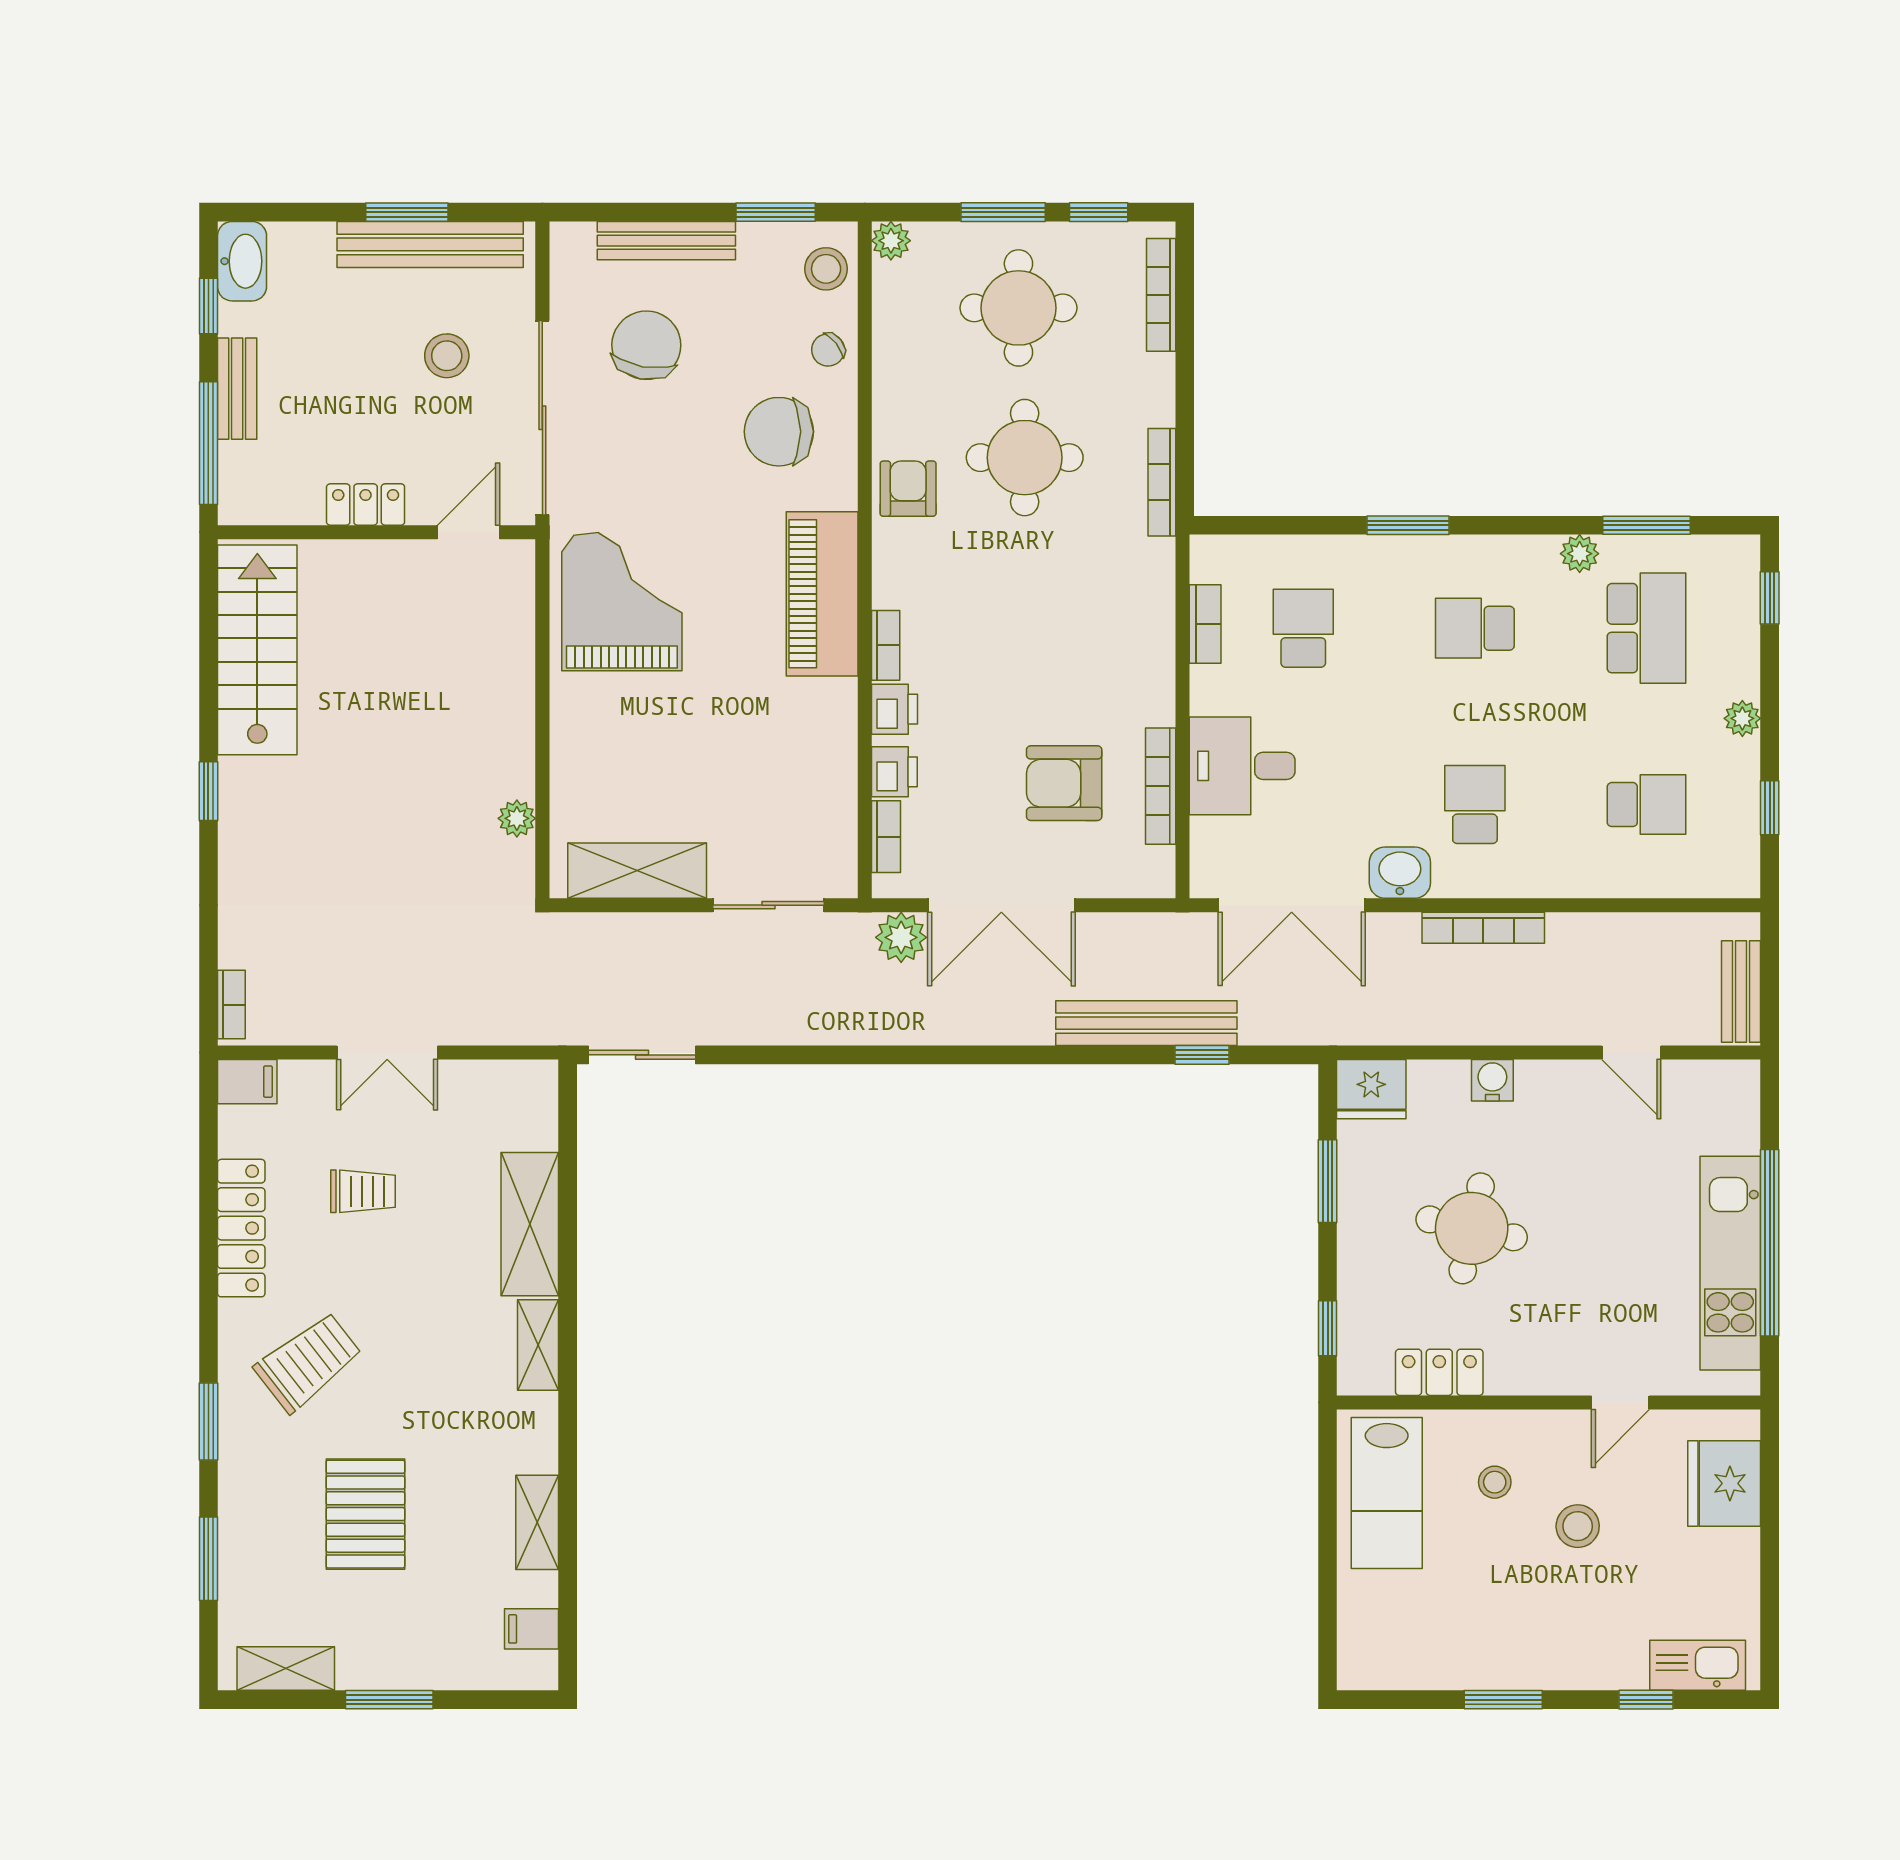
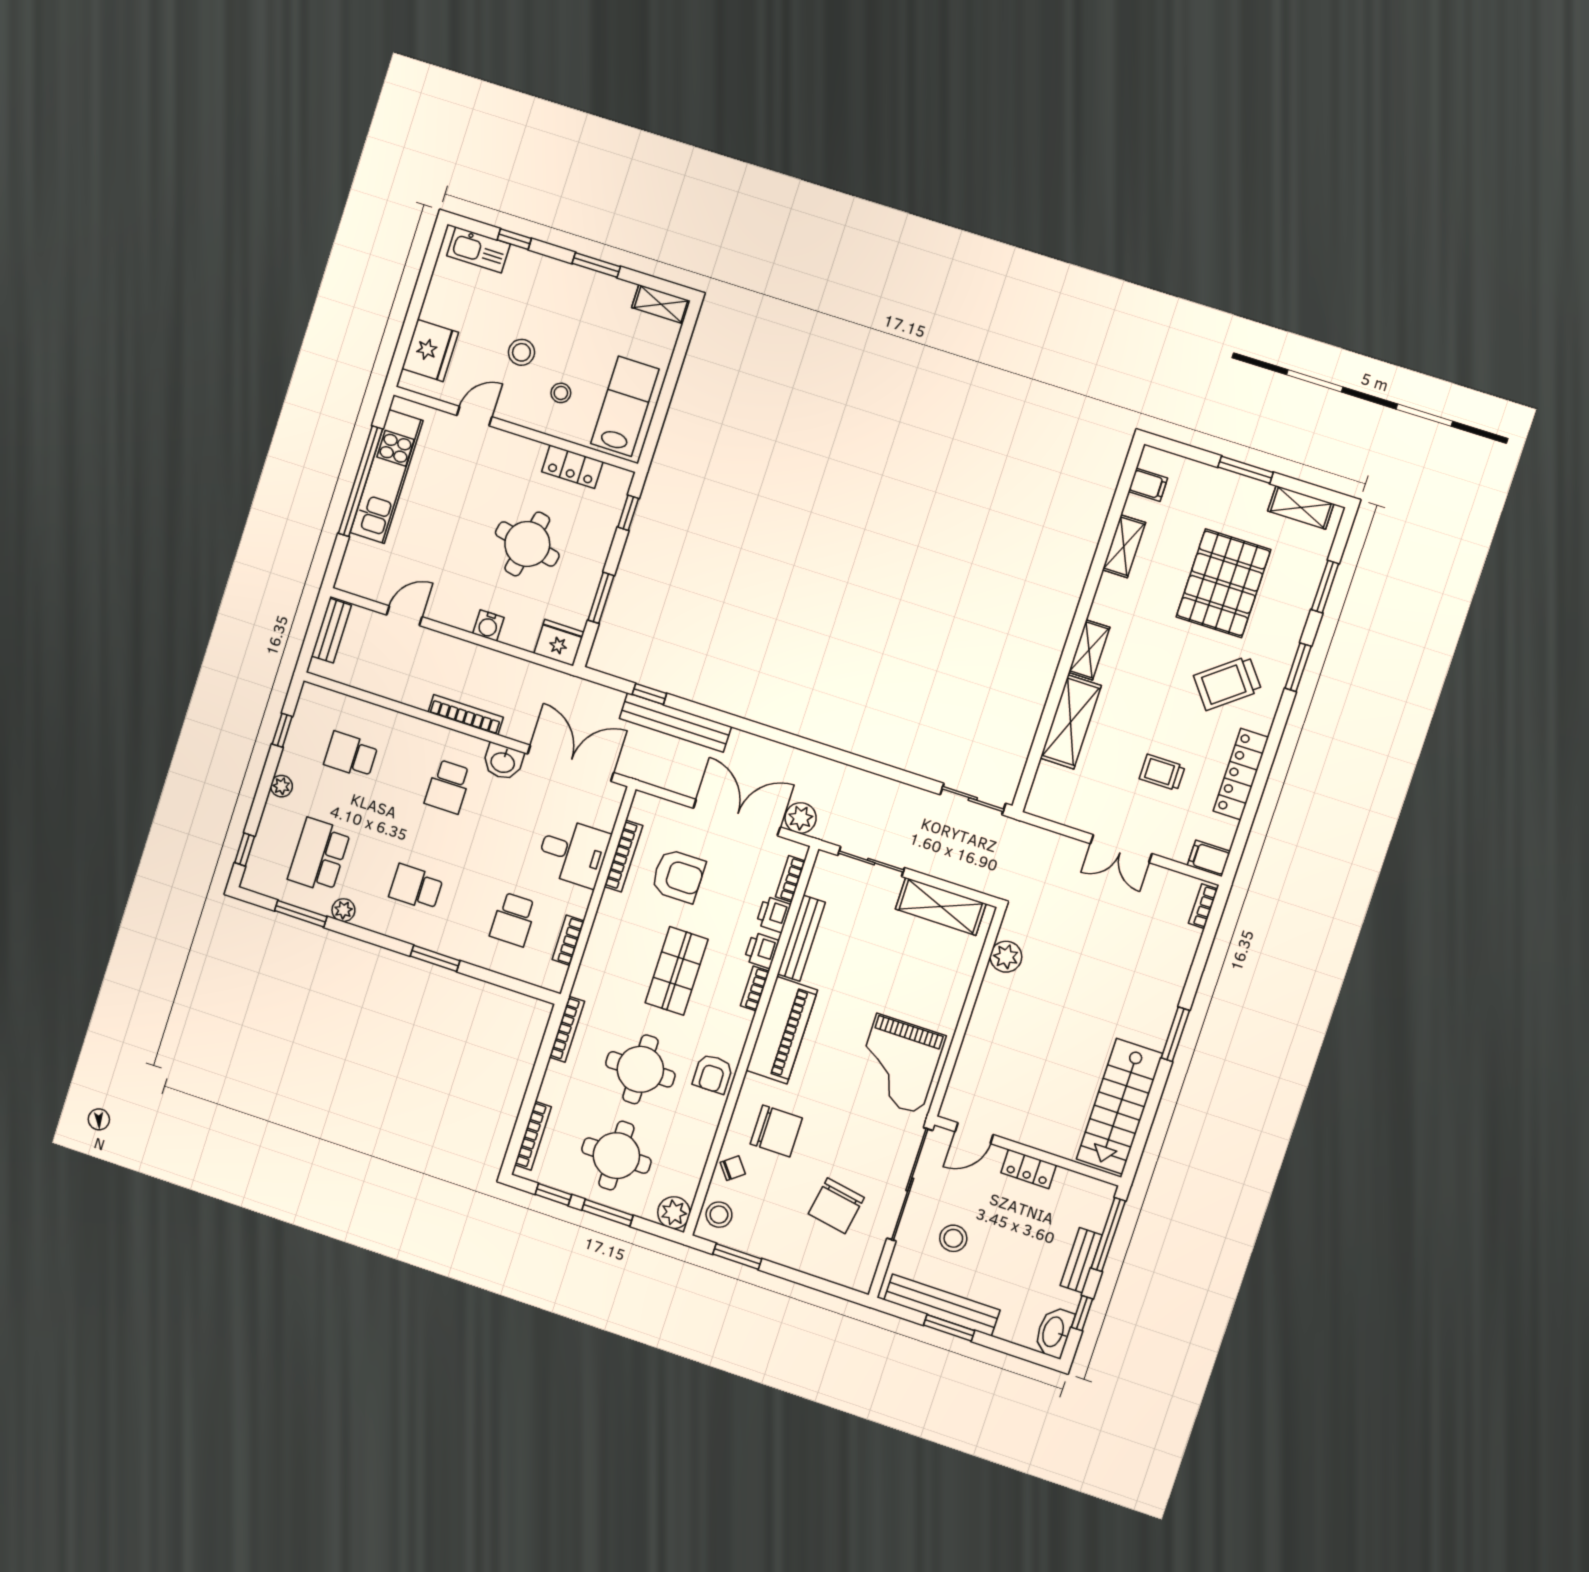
bench: (666, 241) -> (801, 938), moved, turned 90
plant: (891, 241) -> (674, 1213), width x1.38, depth x1.38
school desk: (1475, 628) -> (416, 887), turned 180
shop shelf: (1018, 632) -> (677, 971), added
window: (208, 791) -> (1175, 1034), width x1.50
plant: (517, 818) -> (1006, 957), width x1.38, depth x1.38
double door: (387, 1053) -> (1121, 849), swing flipped
door: (1631, 1053) -> (404, 616), hinge flipped
pallet: (365, 1514) -> (1223, 583), width x1.37, depth x1.41
shelving: (1381, 1670) -> (661, 304), added

